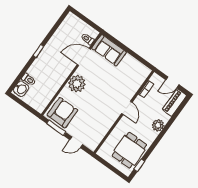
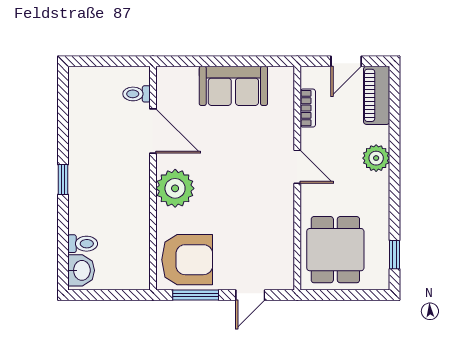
sofa: (109, 50) -> (233, 86), moved
door: (84, 57) -> (153, 131), swing flipped
armchair: (62, 113) -> (187, 260), turned 90
dining table: (129, 150) -> (335, 250), moved

